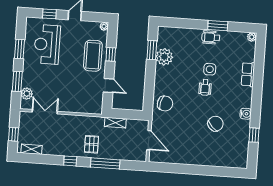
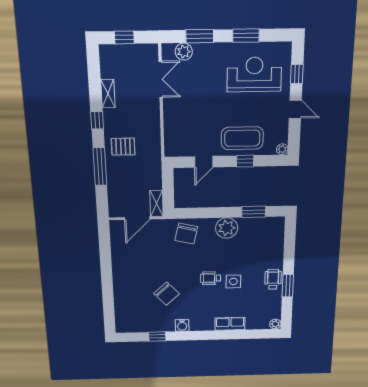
plant: (164, 57) -> (227, 228), moved
shelving: (115, 123) -> (156, 204), moved
shelving: (32, 149) -> (108, 94), moved

